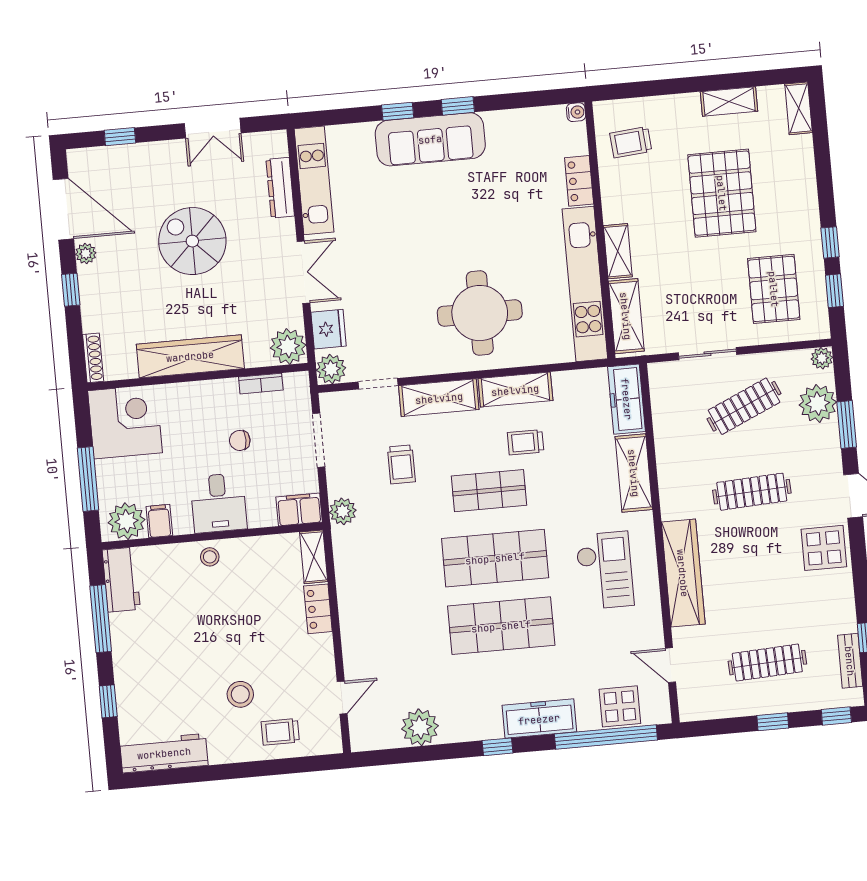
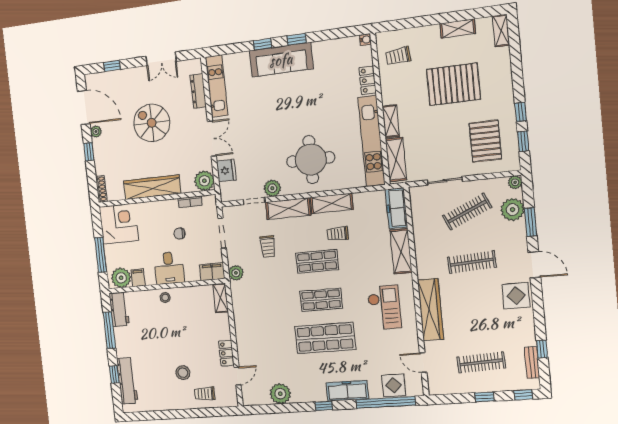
pallet: (722, 193) -> (453, 84), turned 90
plant: (331, 369) -> (272, 188), moved
shop shelf: (495, 558) -> (321, 300), width x0.70, depth x0.74
locker: (318, 609) -> (226, 353), moved
workbench: (164, 753) -> (127, 381), moved, turned 90

